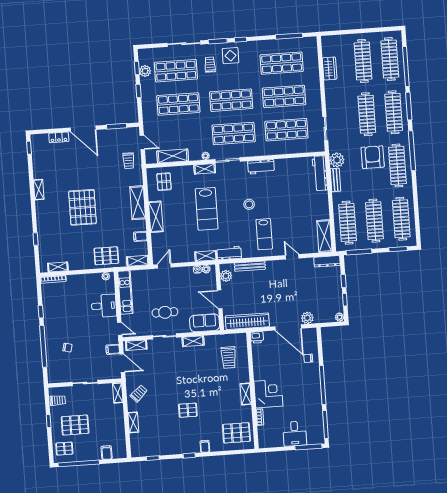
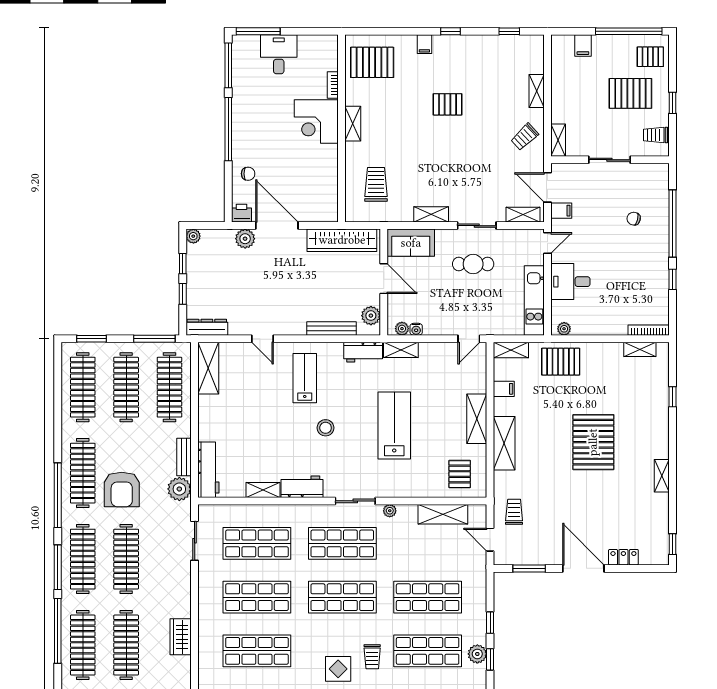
shelving: (205, 169) -> (263, 490), moved
door: (120, 329) -> (547, 243), swing flipped
printer: (257, 337) -> (242, 213), moved

